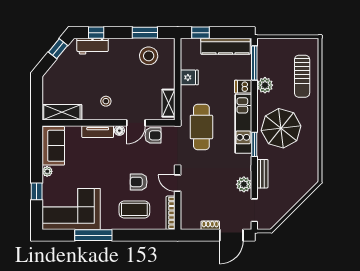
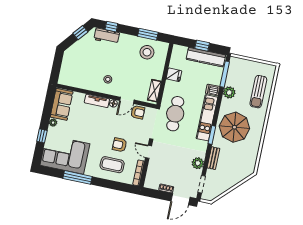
window: (200, 33) -> (202, 46), moved
shelving: (62, 112) -> (73, 81), removed

